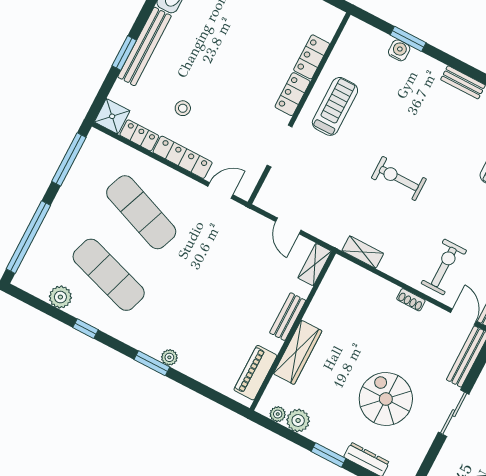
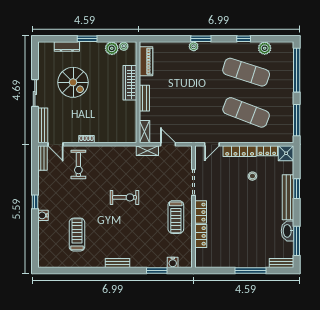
water cooler: (399, 50) -> (173, 262), moved
shelving: (363, 252) -> (147, 151), moved

